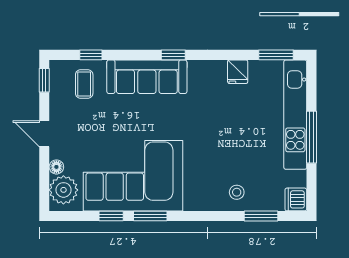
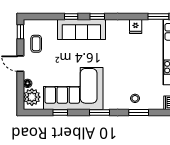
window: (91, 55) -> (71, 17), moved
coffee table: (84, 84) -> (36, 44), moved
window: (150, 216) -> (100, 113), moved
window: (261, 216) -> (139, 113), moved

